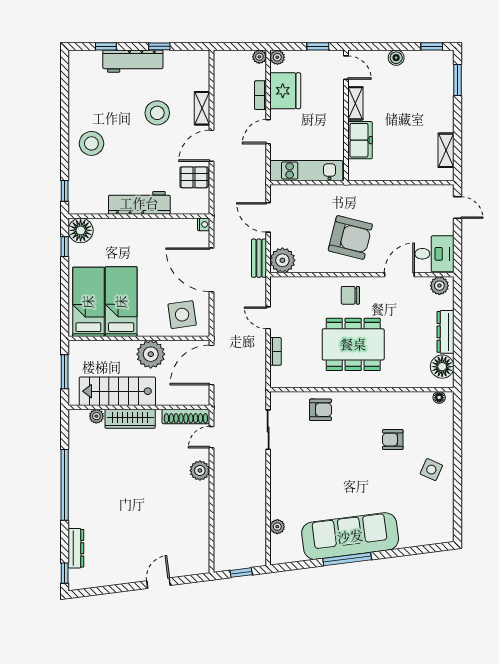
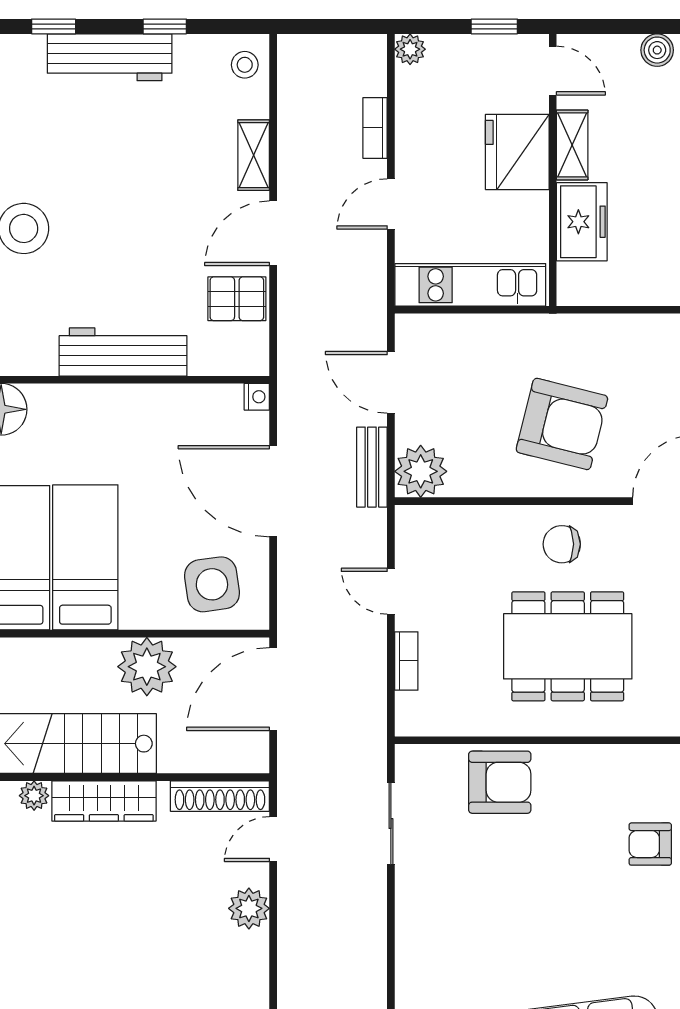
plant: (259, 57) -> (373, 48), removed
fridge: (285, 91) -> (517, 152), moved, turned 180
stool: (157, 113) -> (245, 65), moved, width x0.53, depth x0.53
armchair: (320, 410) -> (500, 782), width x1.38, depth x1.38

